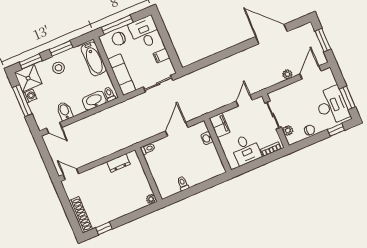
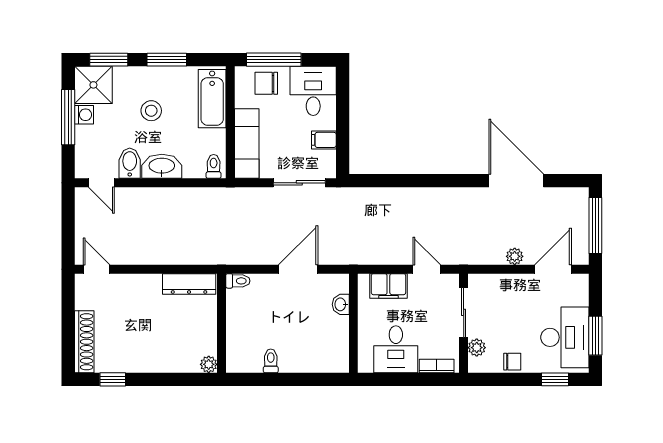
window: (323, 40) -> (595, 226), width x1.44
stool: (59, 68) -> (151, 111), moved
washbasin: (94, 101) -> (162, 166), moved
door: (244, 101) -> (427, 269), hinge flipped
filing cabinet: (220, 125) -> (388, 286), moved, turned 90
dresser: (119, 163) -> (189, 284), width x1.44

